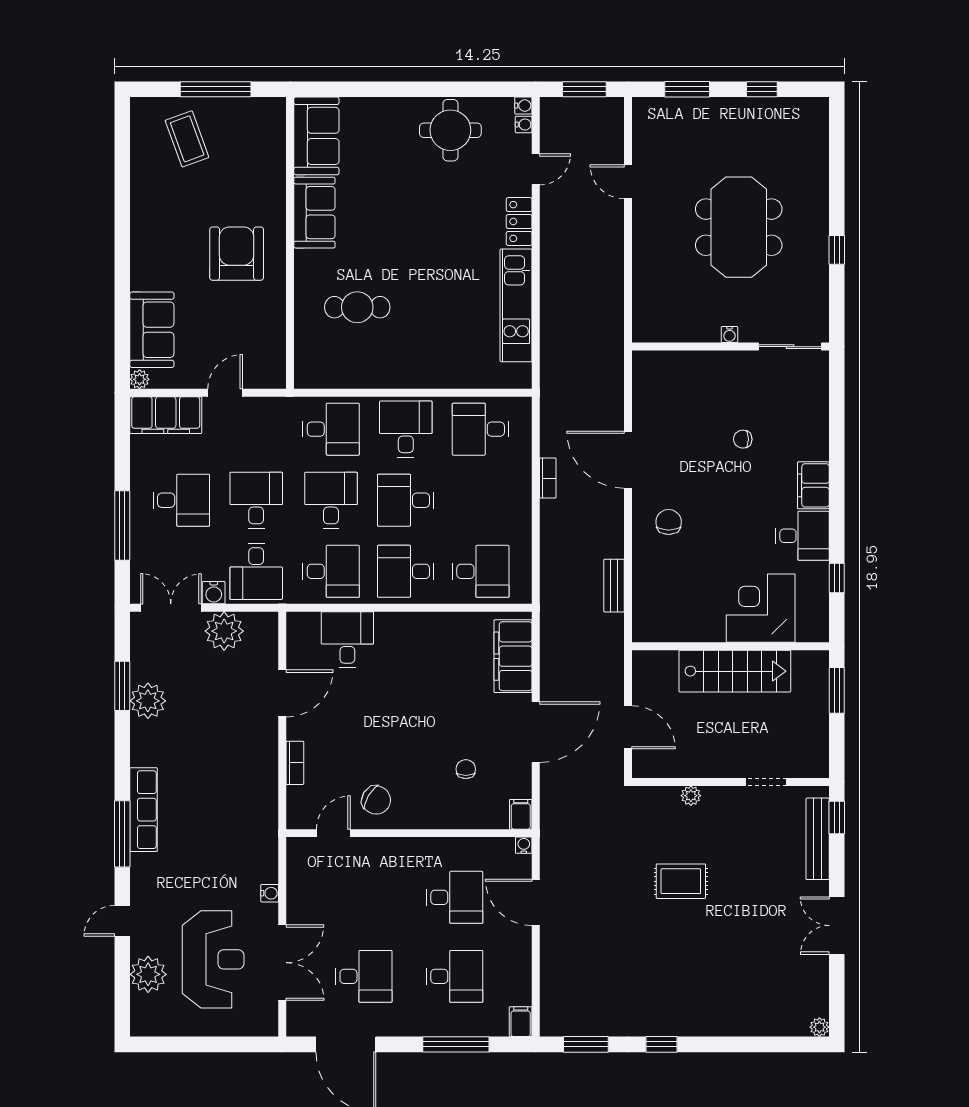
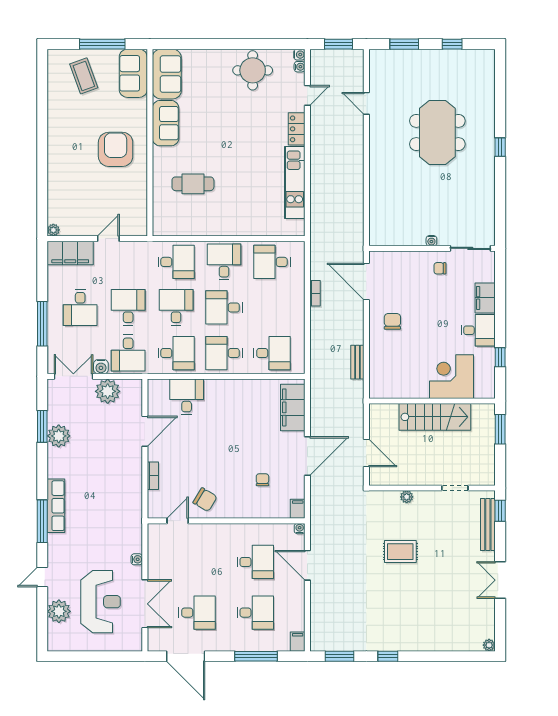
sofa: (152, 330) -> (133, 73), moved, turned 180
water cooler: (729, 335) -> (431, 241), moved
wall: (730, 347) -> (432, 248), moved
sliding door: (790, 347) -> (470, 248), moved
desk: (181, 500) -> (80, 307), turned 90

